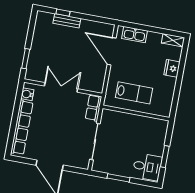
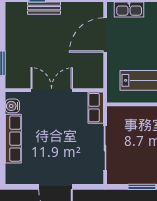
door: (112, 51) -> (105, 35), hinge flipped
row of seats: (22, 127) -> (13, 139), width x0.73

